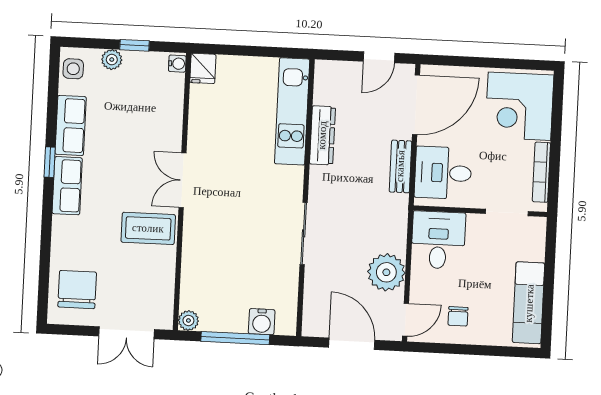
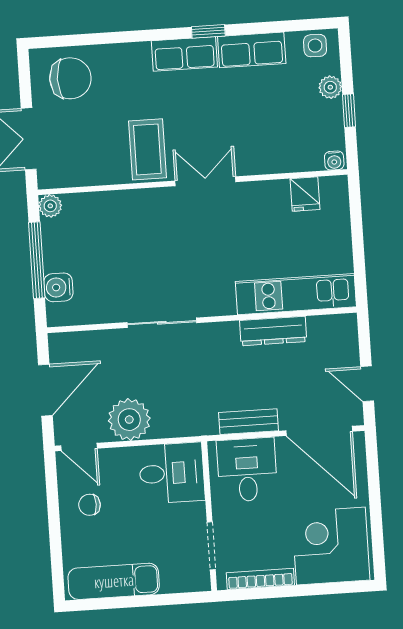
fridge: (203, 68) -> (305, 194), moved, turned -90

